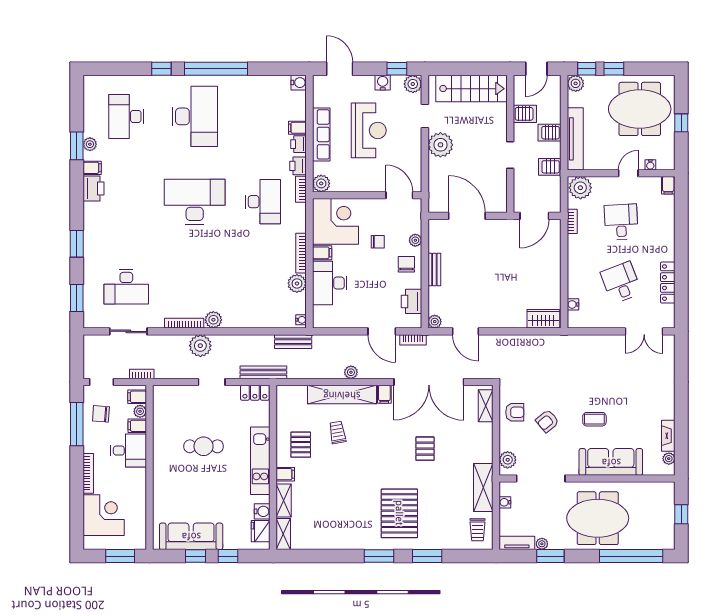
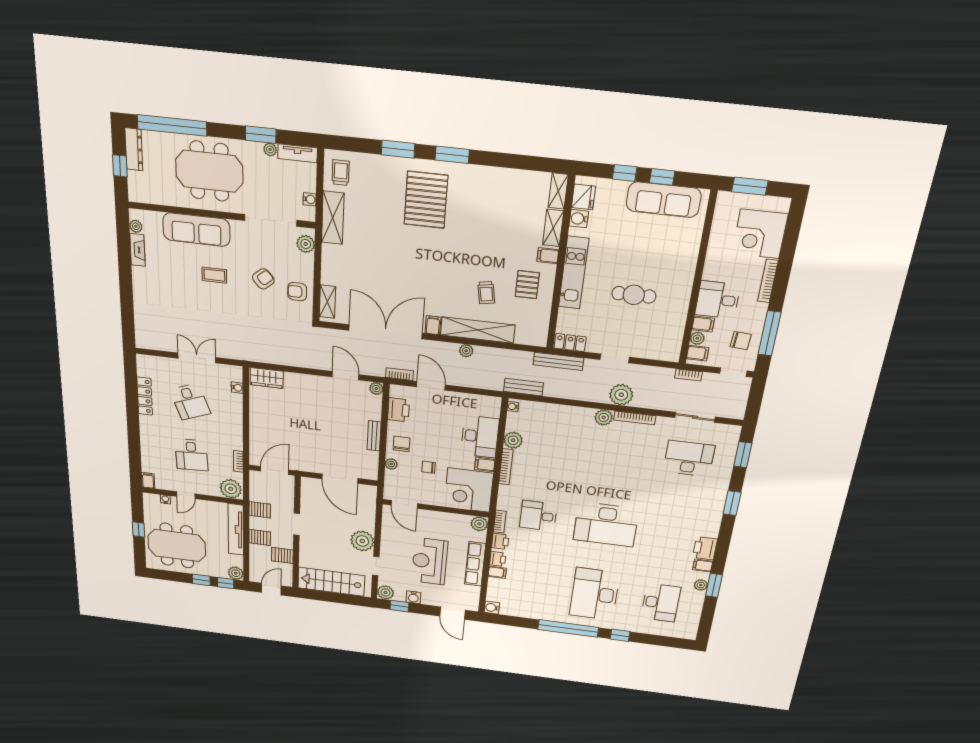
desk: (263, 202) -> (538, 516), width x0.73
chair: (406, 264) -> (402, 444), turned 180
double door: (644, 331) -> (197, 358), moved
pallet: (425, 449) -> (393, 265), removed
dresser: (667, 531) -> (134, 149), added

